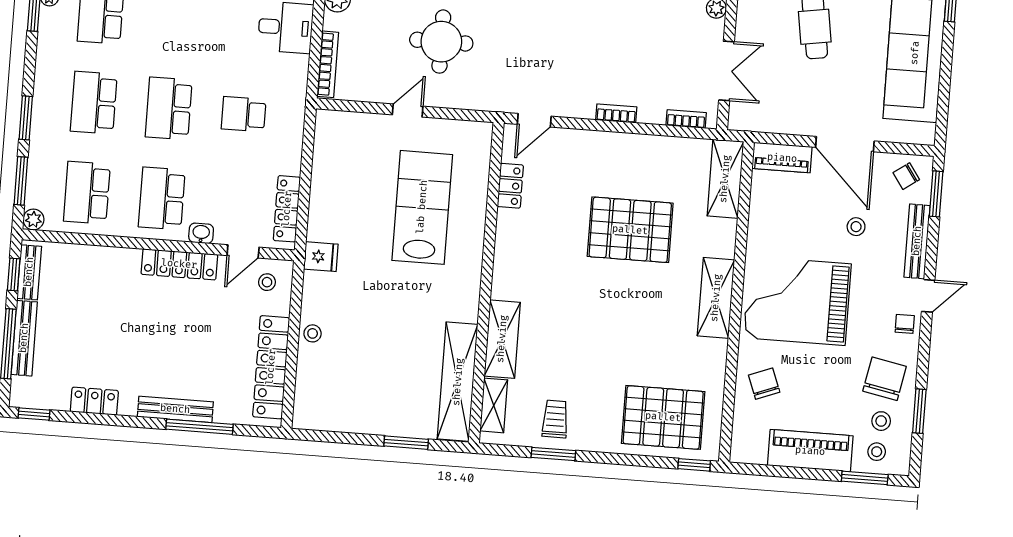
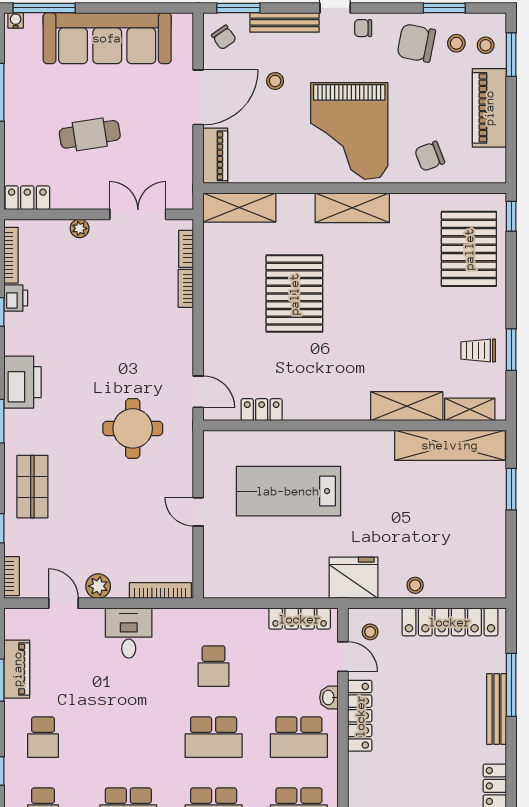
round table: (441, 42) -> (133, 428), moved
bookcase: (616, 113) -> (186, 288), moved
fridge: (321, 257) -> (354, 578), width x1.88, depth x1.34

